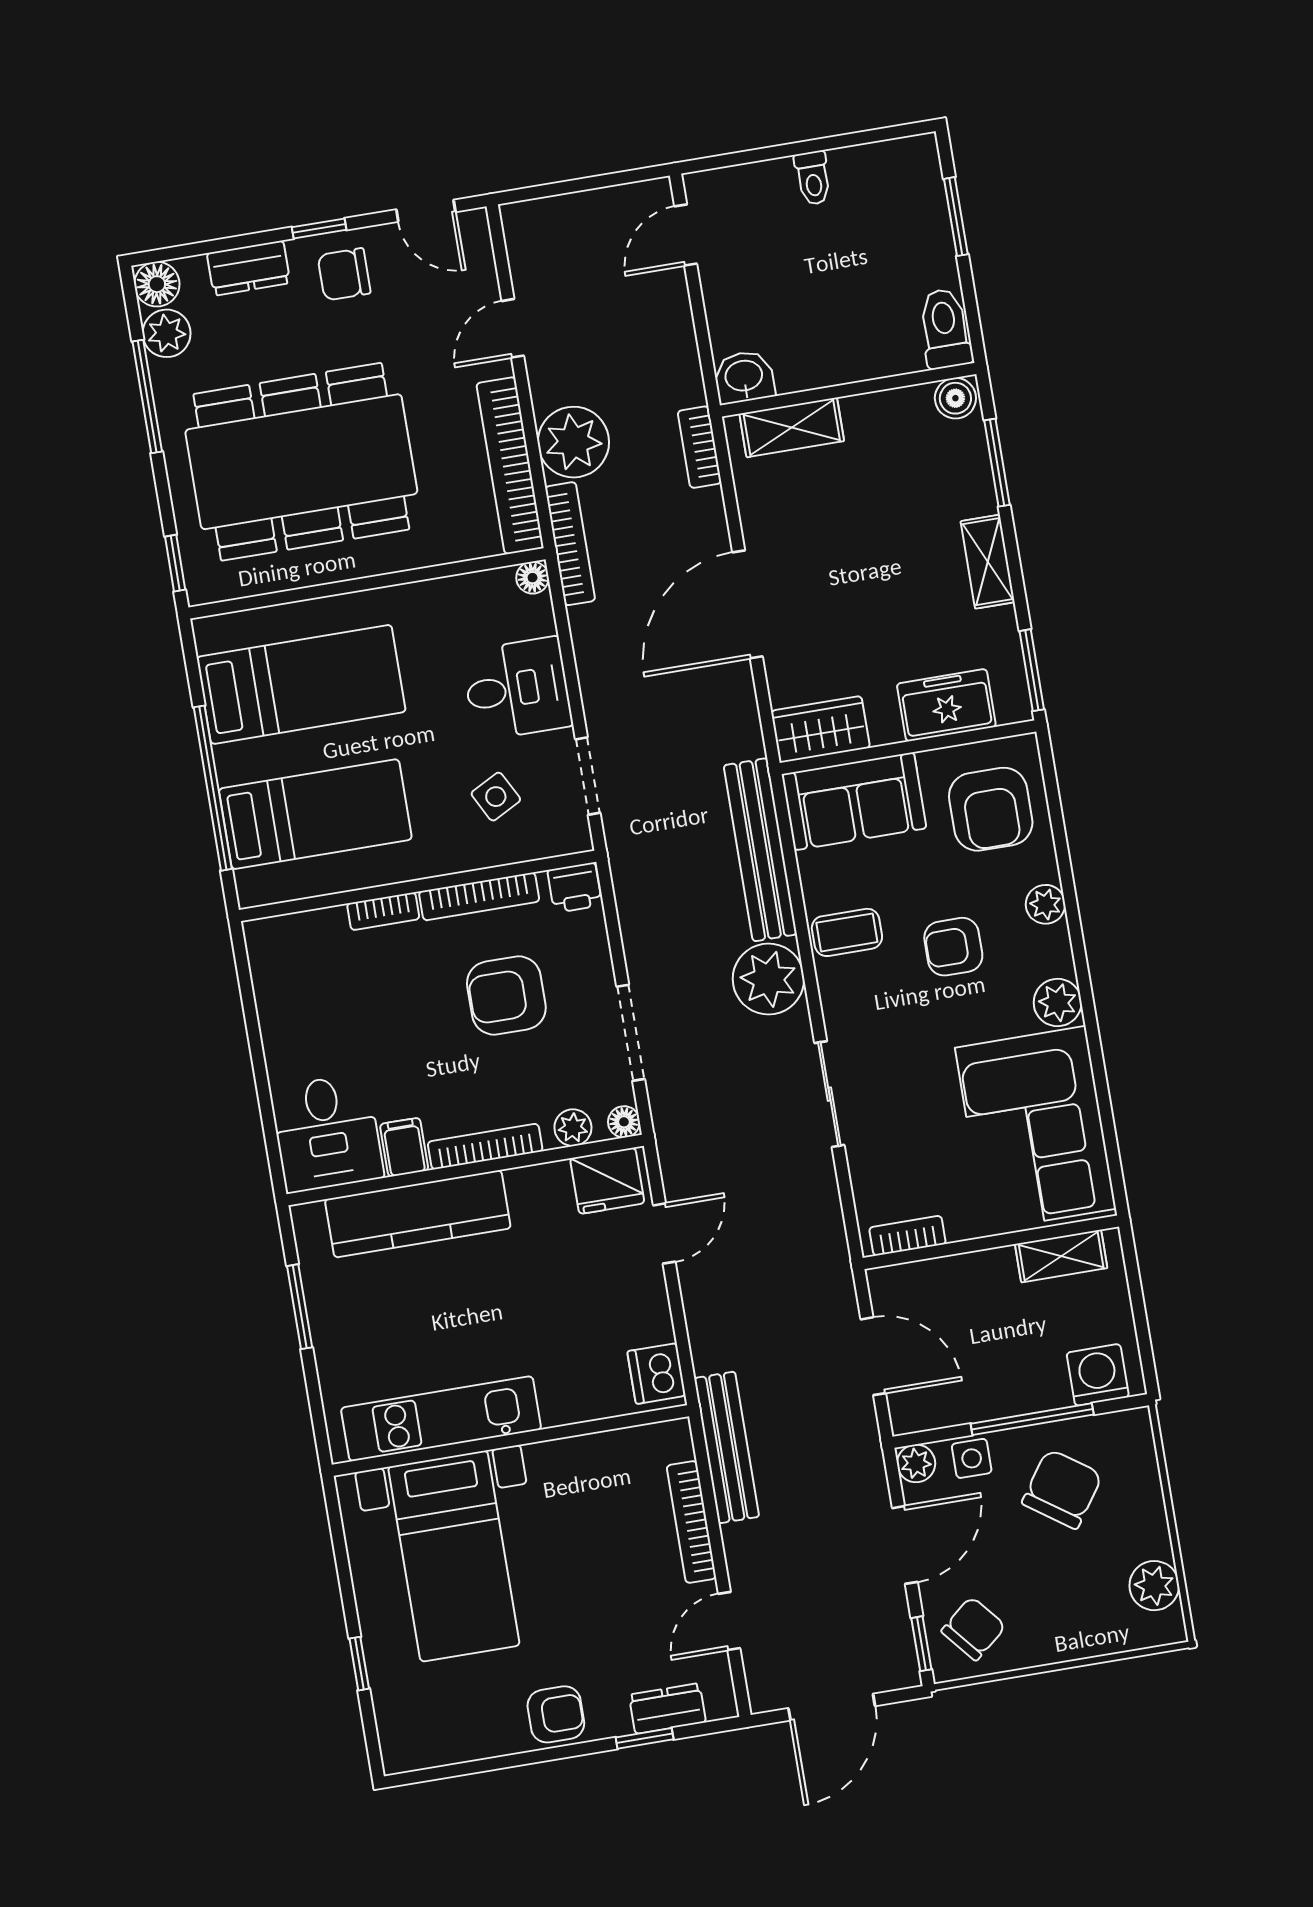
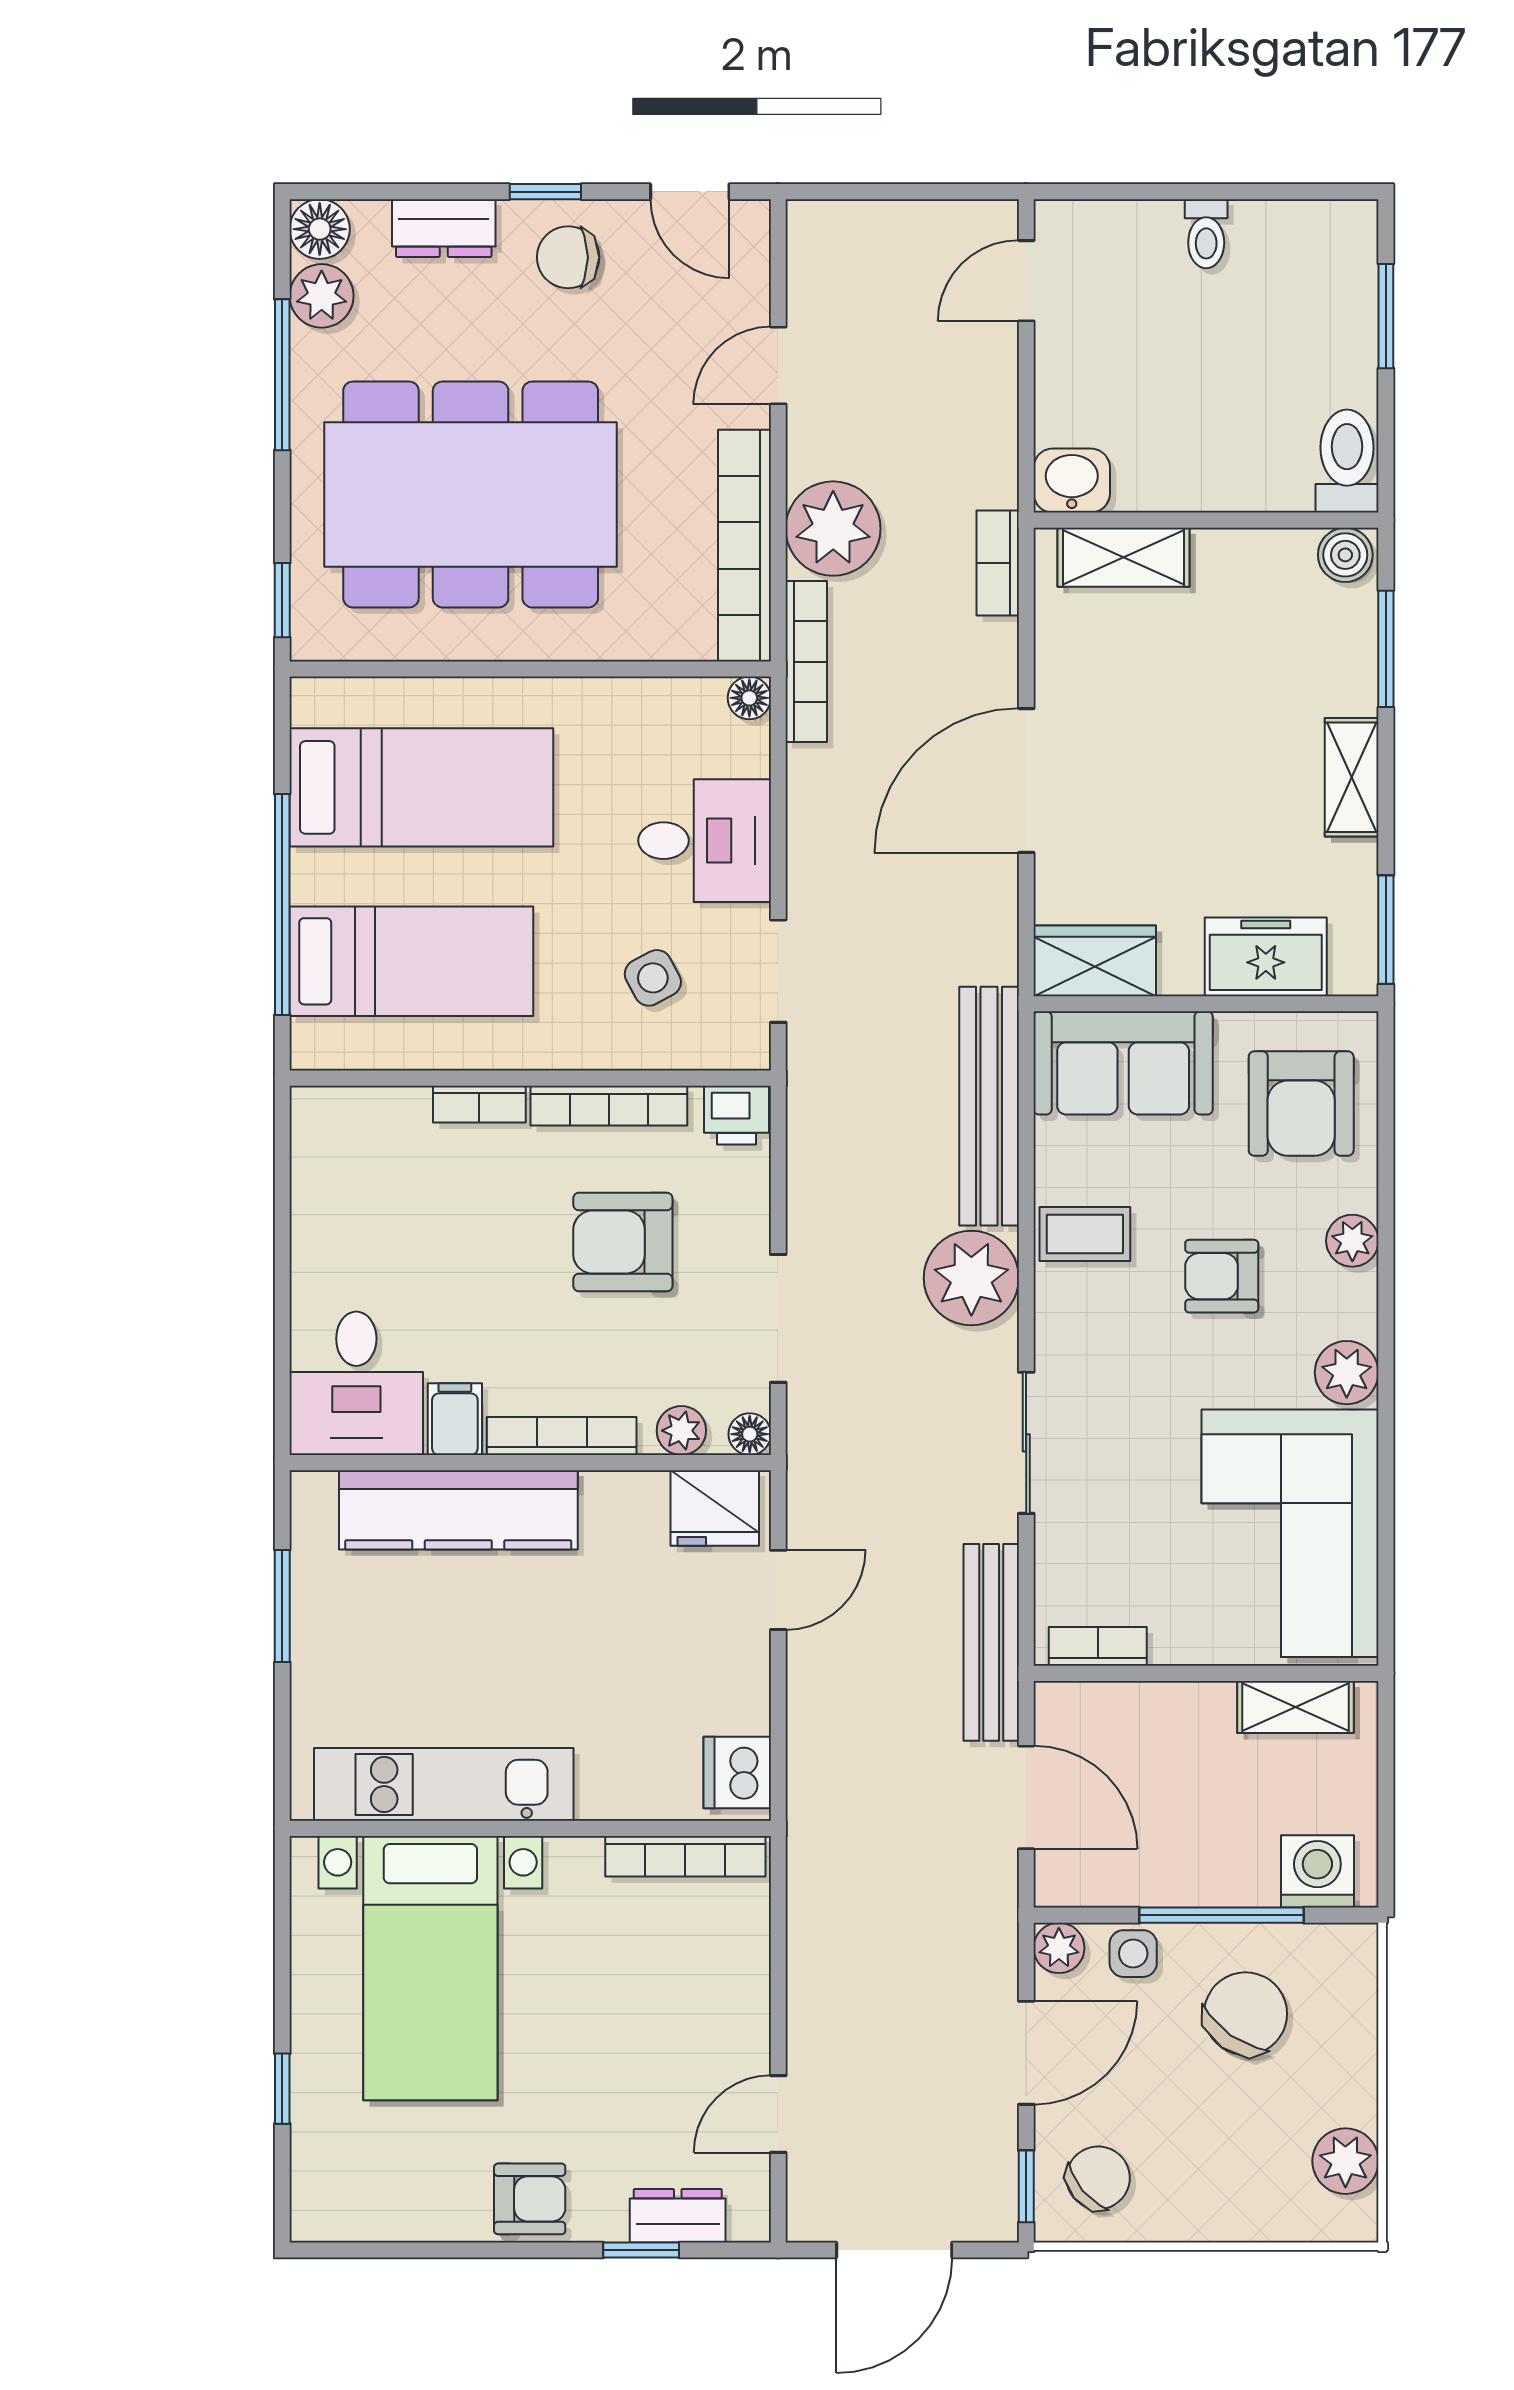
bench: (727, 1447) -> (991, 1642), moved
bookcase: (691, 1522) -> (685, 1856), moved, turned -90

